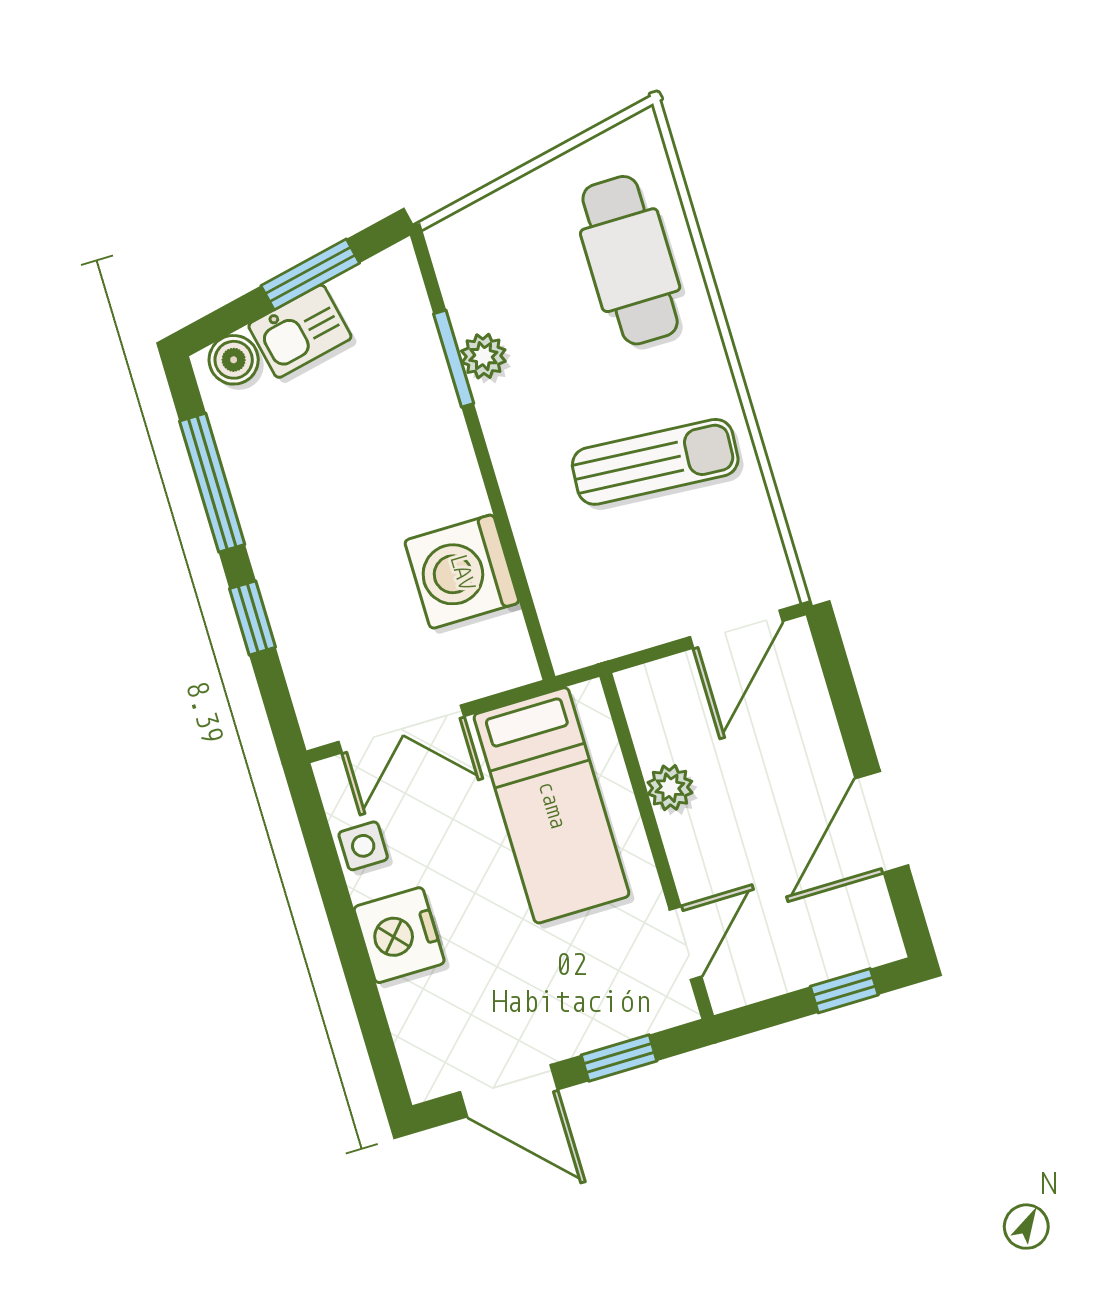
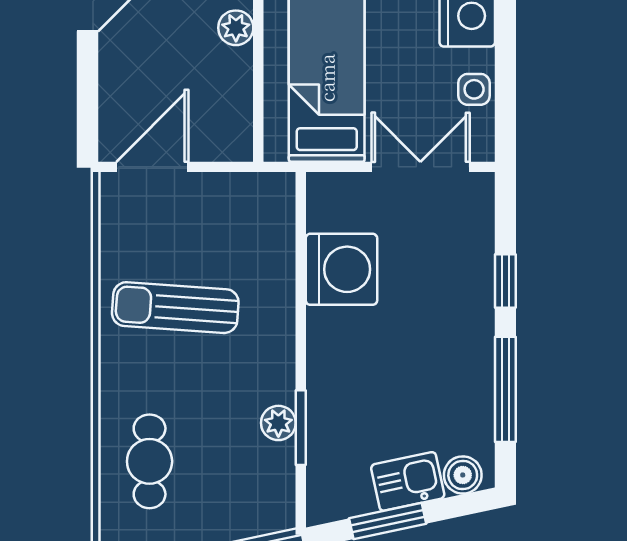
cafe table: (630, 260) -> (150, 461), width x0.73, depth x0.74
plant: (670, 788) -> (236, 28), moved

